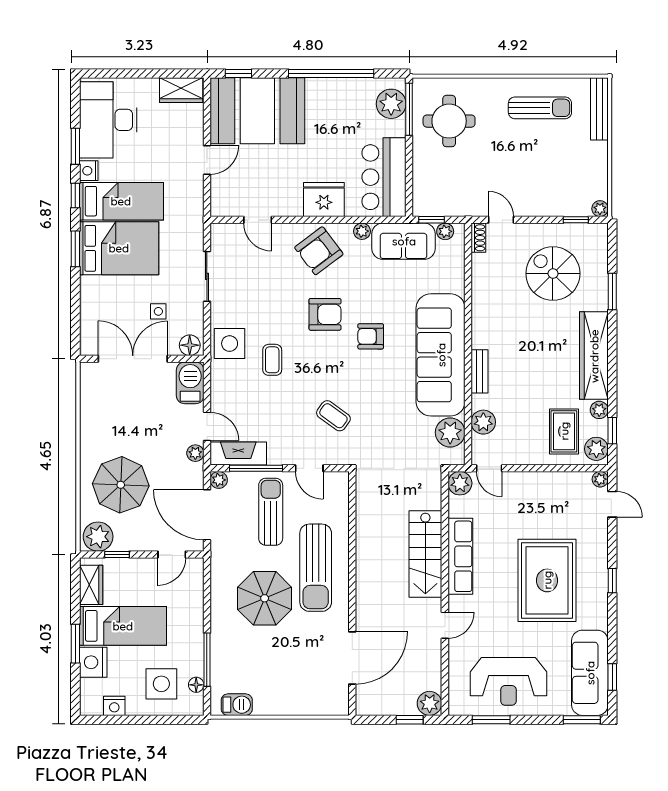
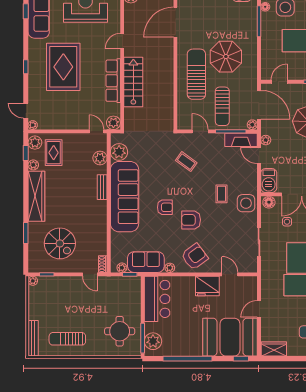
fridge: (324, 200) -> (207, 286), moved

